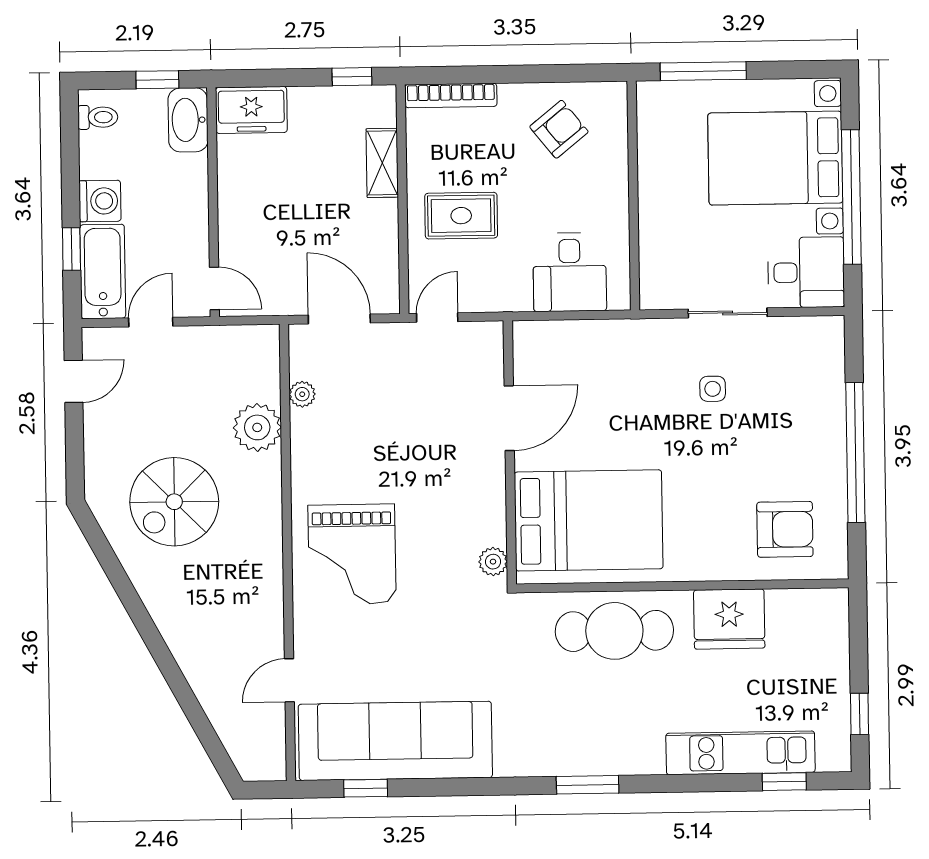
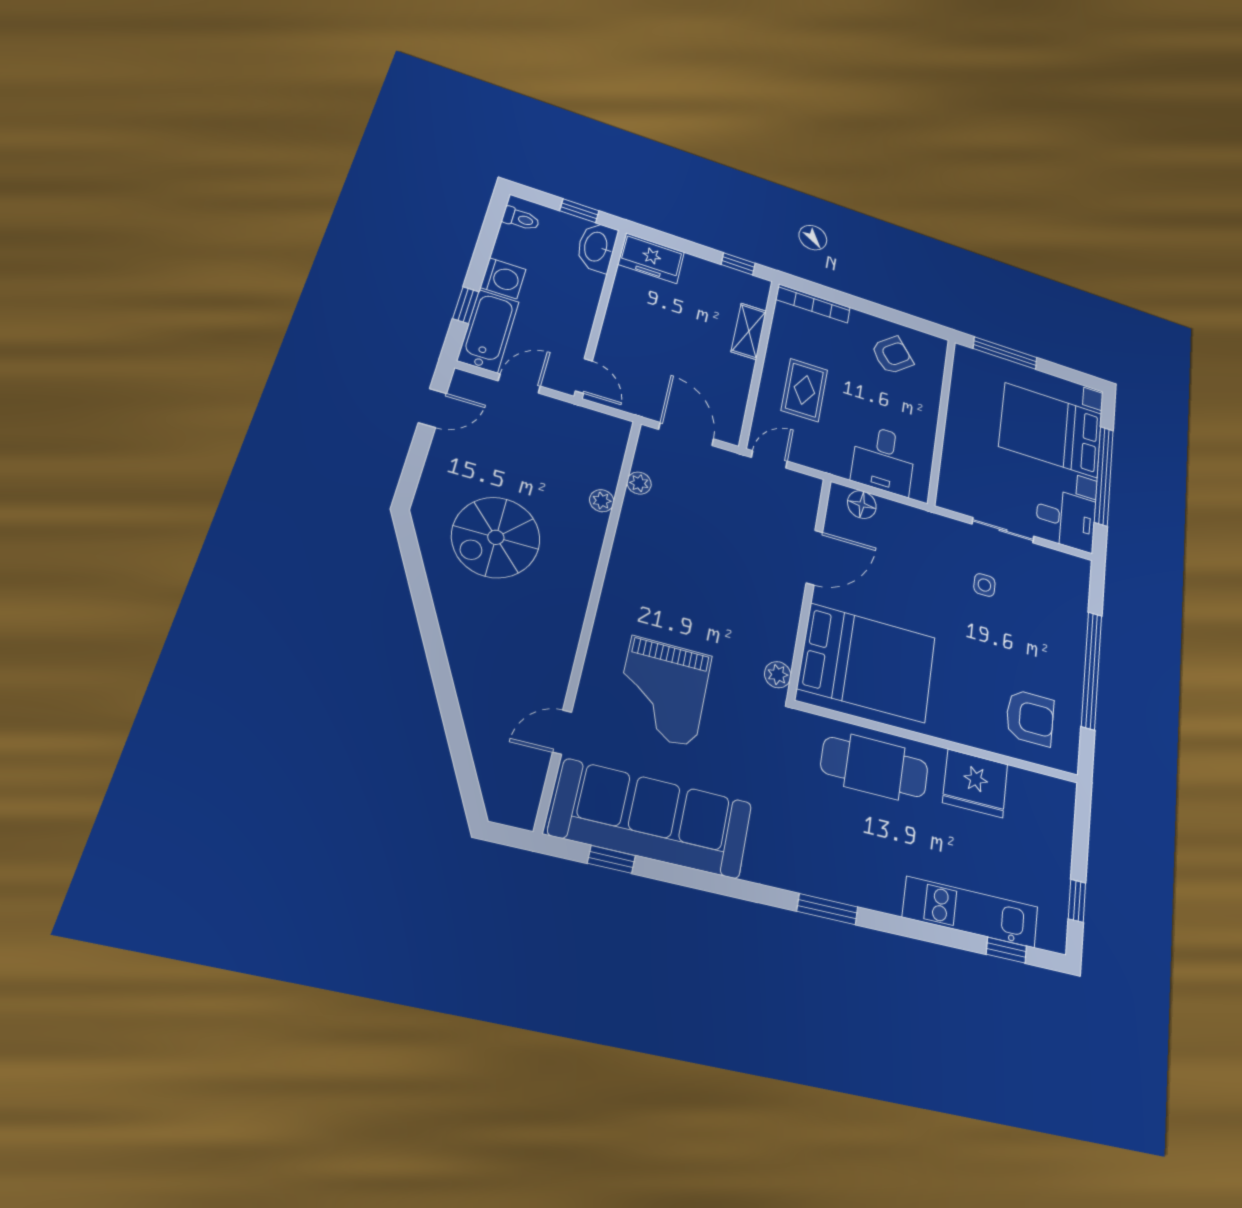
rug: (461, 216) -> (804, 390), turned 90
floor lamp: (553, 337) -> (862, 505), added
plant: (257, 427) -> (602, 501), width x0.53, depth x0.53
grand piano: (352, 554) -> (663, 691), moved

